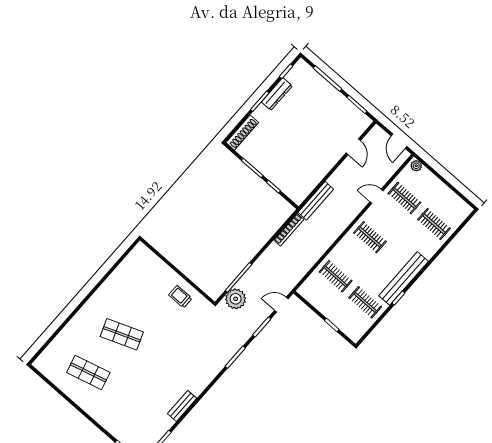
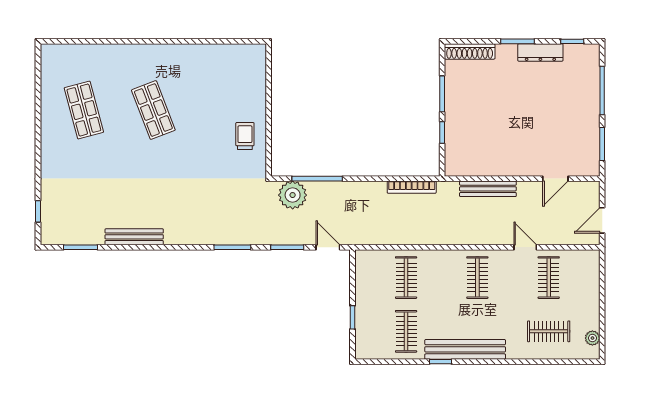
plant: (416, 166) -> (592, 338), moved
bench: (316, 201) -> (488, 189), moved
clothes rail: (434, 224) -> (549, 331), turned 90
bench: (182, 406) -> (134, 237), width x1.36

